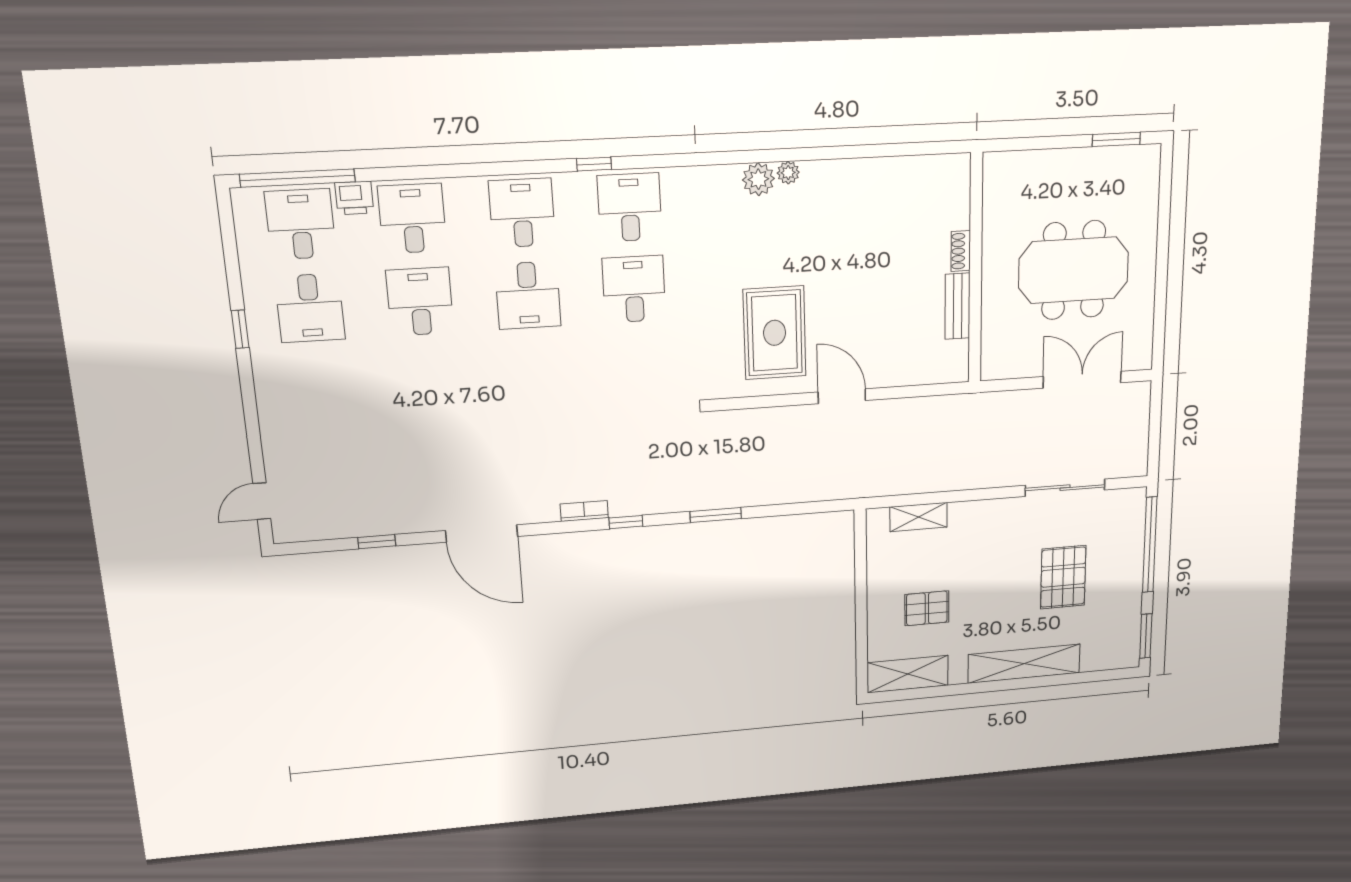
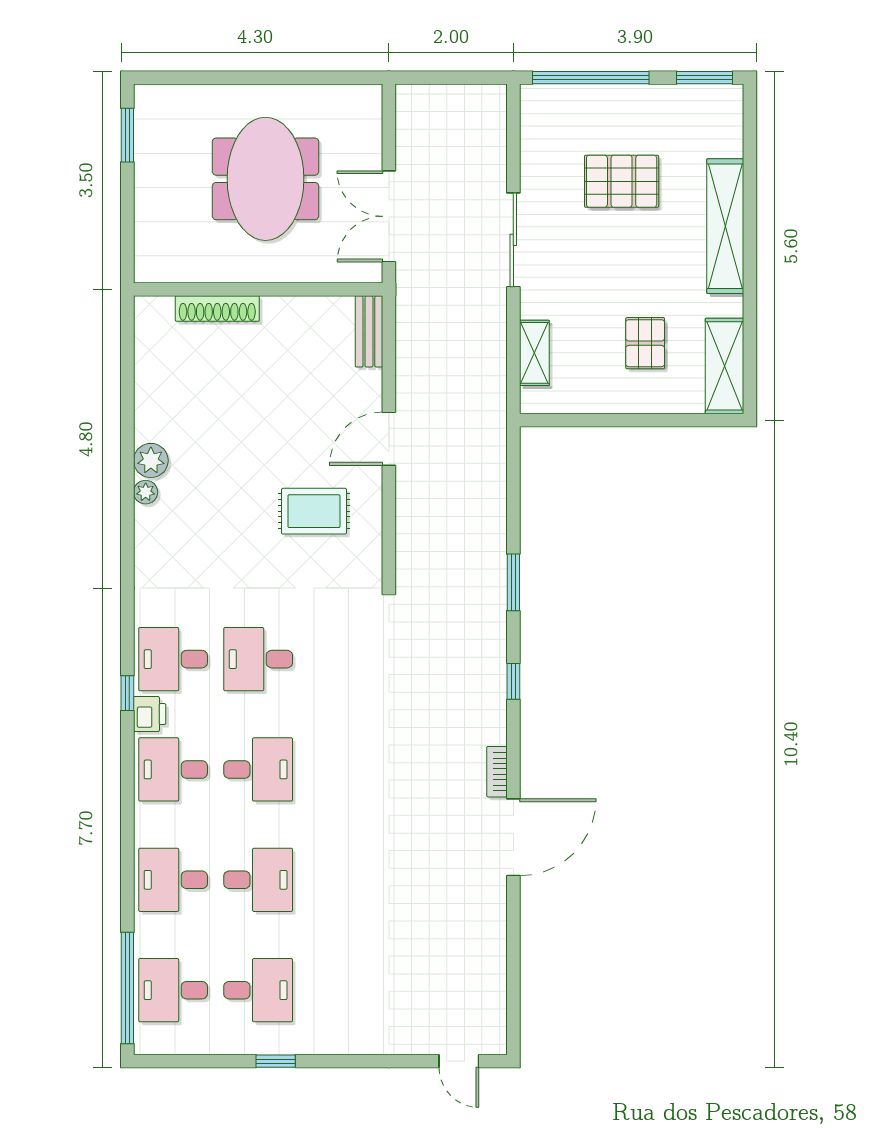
plant: (758, 179) -> (151, 460), moved
printer: (354, 198) -> (150, 714), moved
shoe rack: (961, 251) -> (217, 308), width x1.94, depth x1.24
desk: (420, 302) -> (258, 880), turned 180
bench: (957, 306) -> (369, 331), moved, turned 90
rug: (775, 333) -> (314, 511), width x0.73, depth x0.70
double door: (1082, 380) -> (389, 216), moved
sliding door: (1065, 488) -> (513, 240), moved
bookcase: (584, 511) -> (497, 772), moved
window: (377, 542) -> (513, 948), removed

